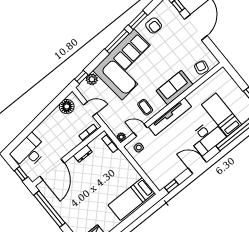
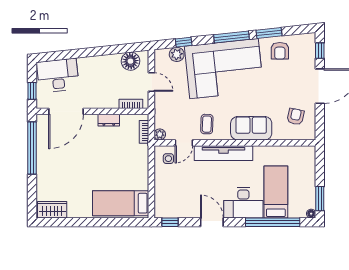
armchair: (201, 67) -> (295, 117), moved
window: (81, 77) -> (184, 42), moved
door: (140, 130) -> (184, 143), swing flipped

